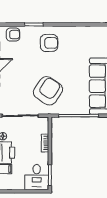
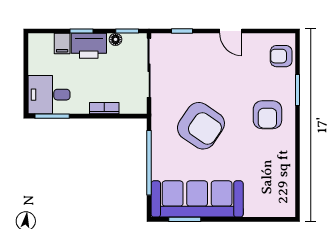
armchair: (13, 35) -> (281, 56), turned 90
armchair: (48, 91) -> (201, 126), moved

